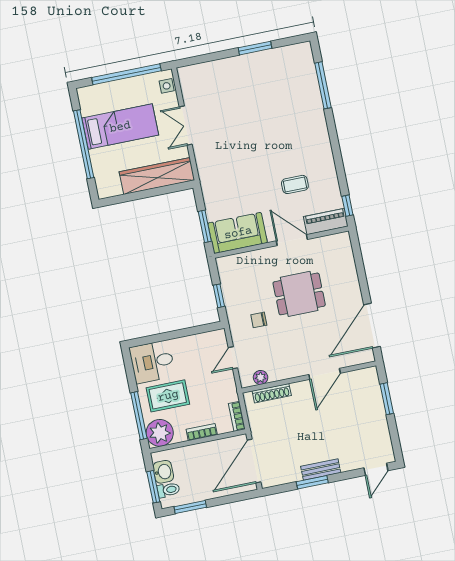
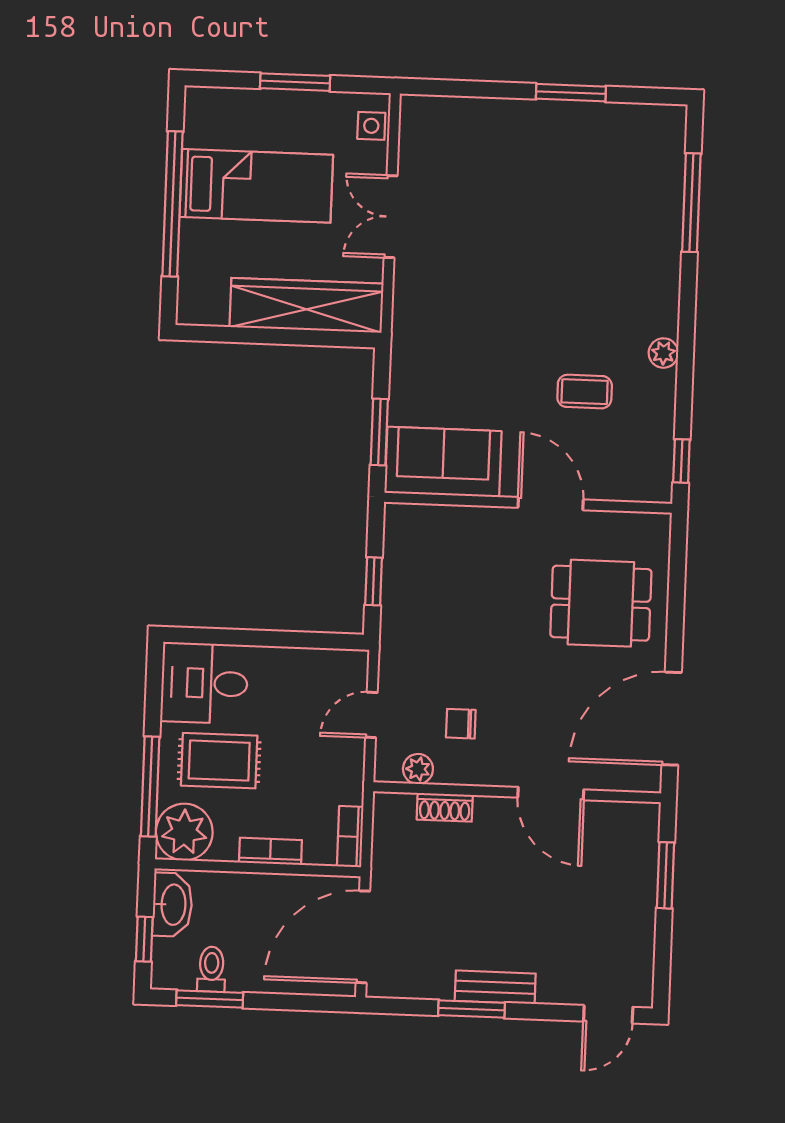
window: (126, 74) -> (295, 82), width x0.47
plant: (327, 158) -> (663, 353), added
piano: (326, 221) -> (629, 483), removed
dining table: (299, 294) -> (601, 603), moved
chair: (259, 320) -> (461, 724), moved
door: (325, 374) -> (551, 794), hinge flipped
shoe rack: (272, 393) -> (445, 807), width x0.70
washbasin: (163, 472) -> (172, 905), width x1.38
window: (153, 487) -> (144, 939), width x0.67
toilet: (168, 490) -> (211, 969), moved, turned -90

